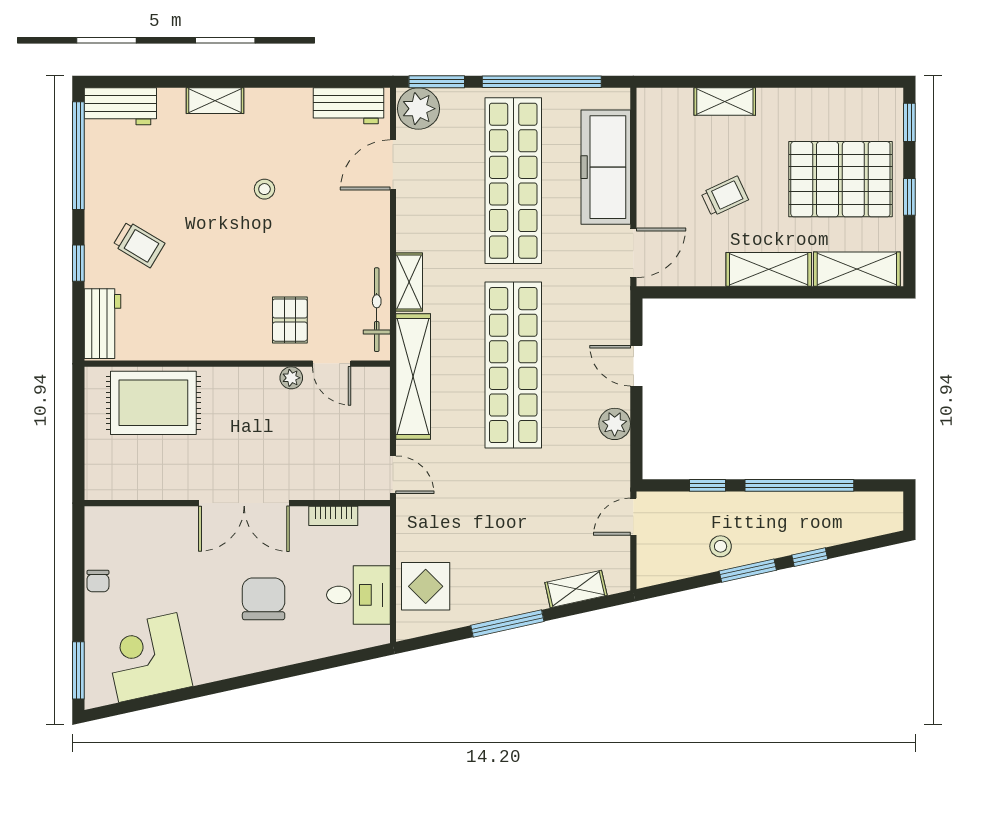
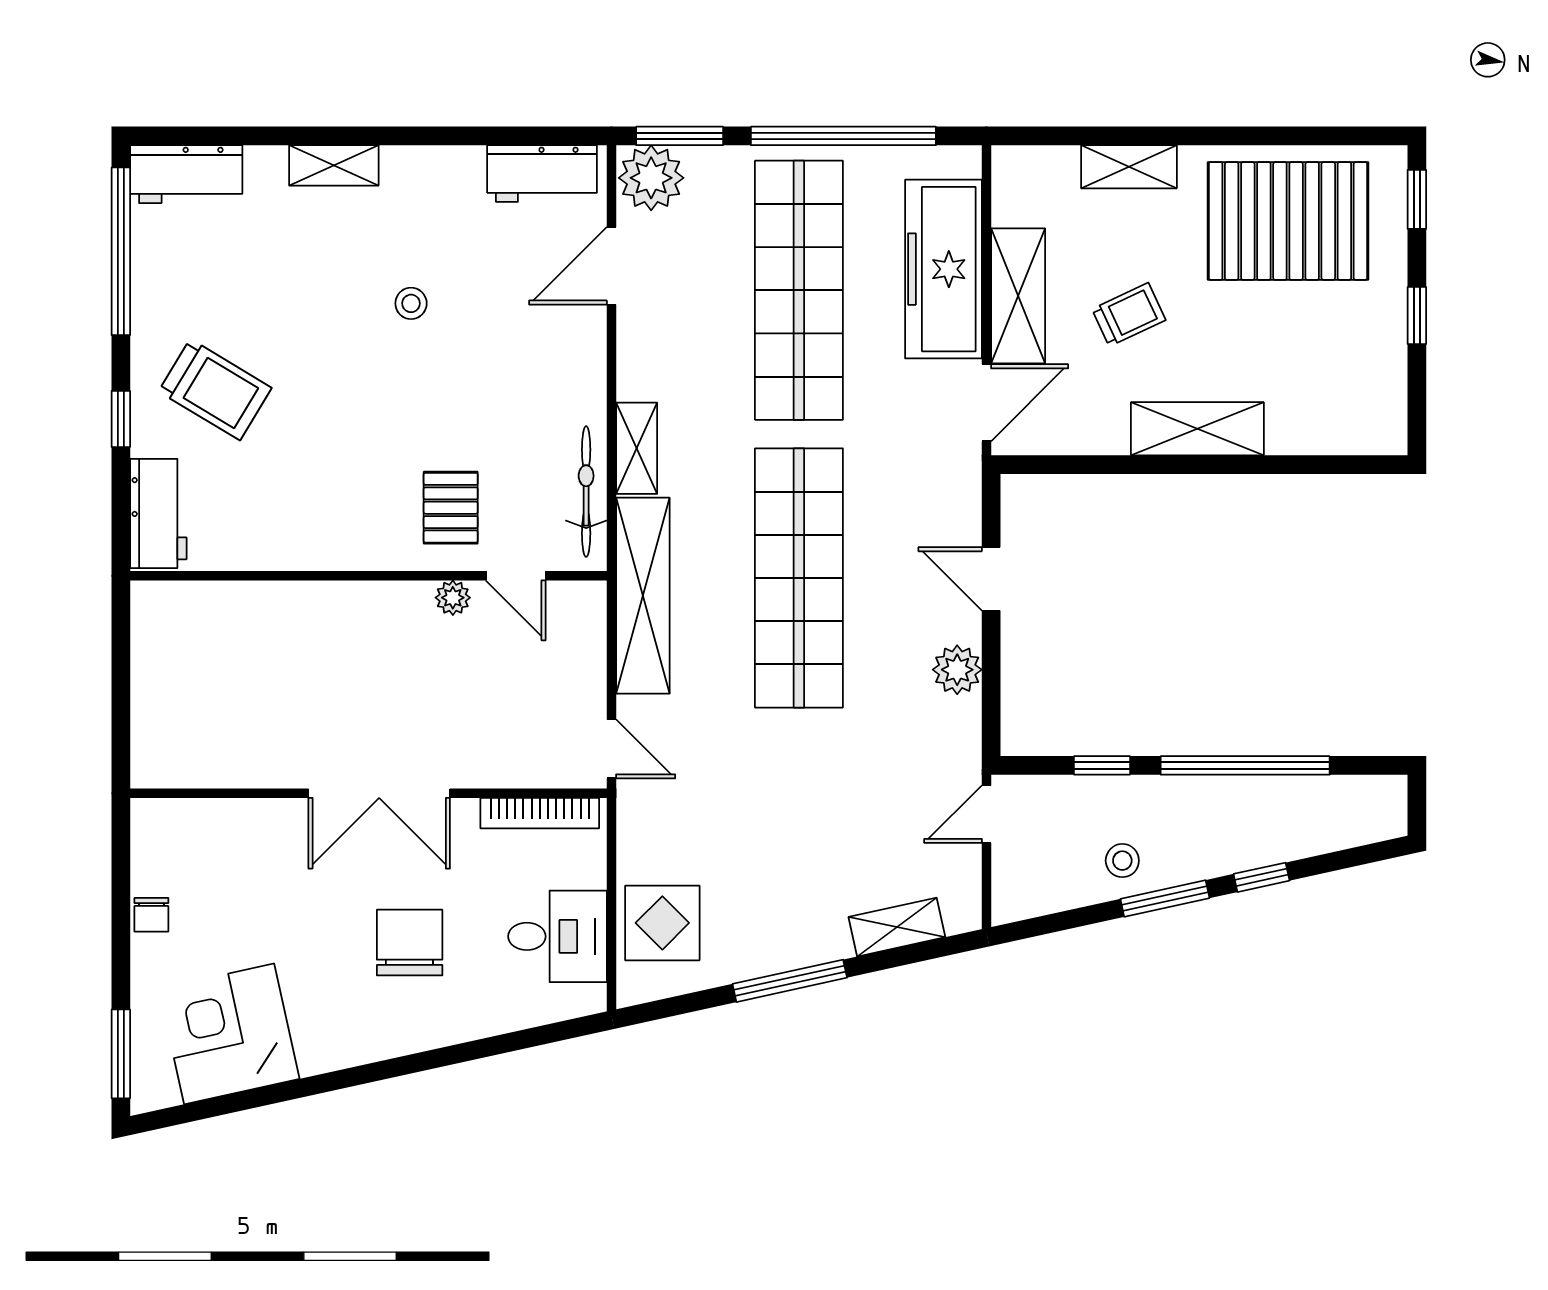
pallet: (840, 179) -> (1288, 221), moved
trolley: (139, 244) -> (215, 390), width x1.36, depth x1.39
shelving: (857, 269) -> (1018, 296), moved, turned 90
rug: (153, 403) -> (238, 637), removed
bookcase: (333, 516) -> (540, 813), width x1.56

